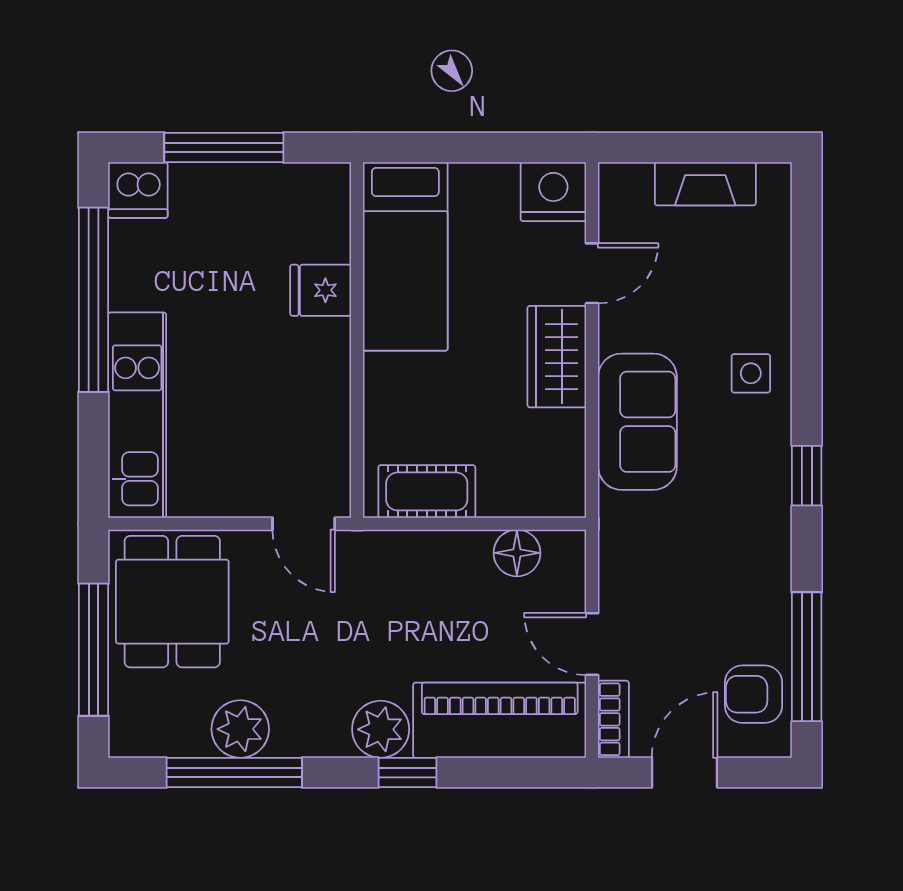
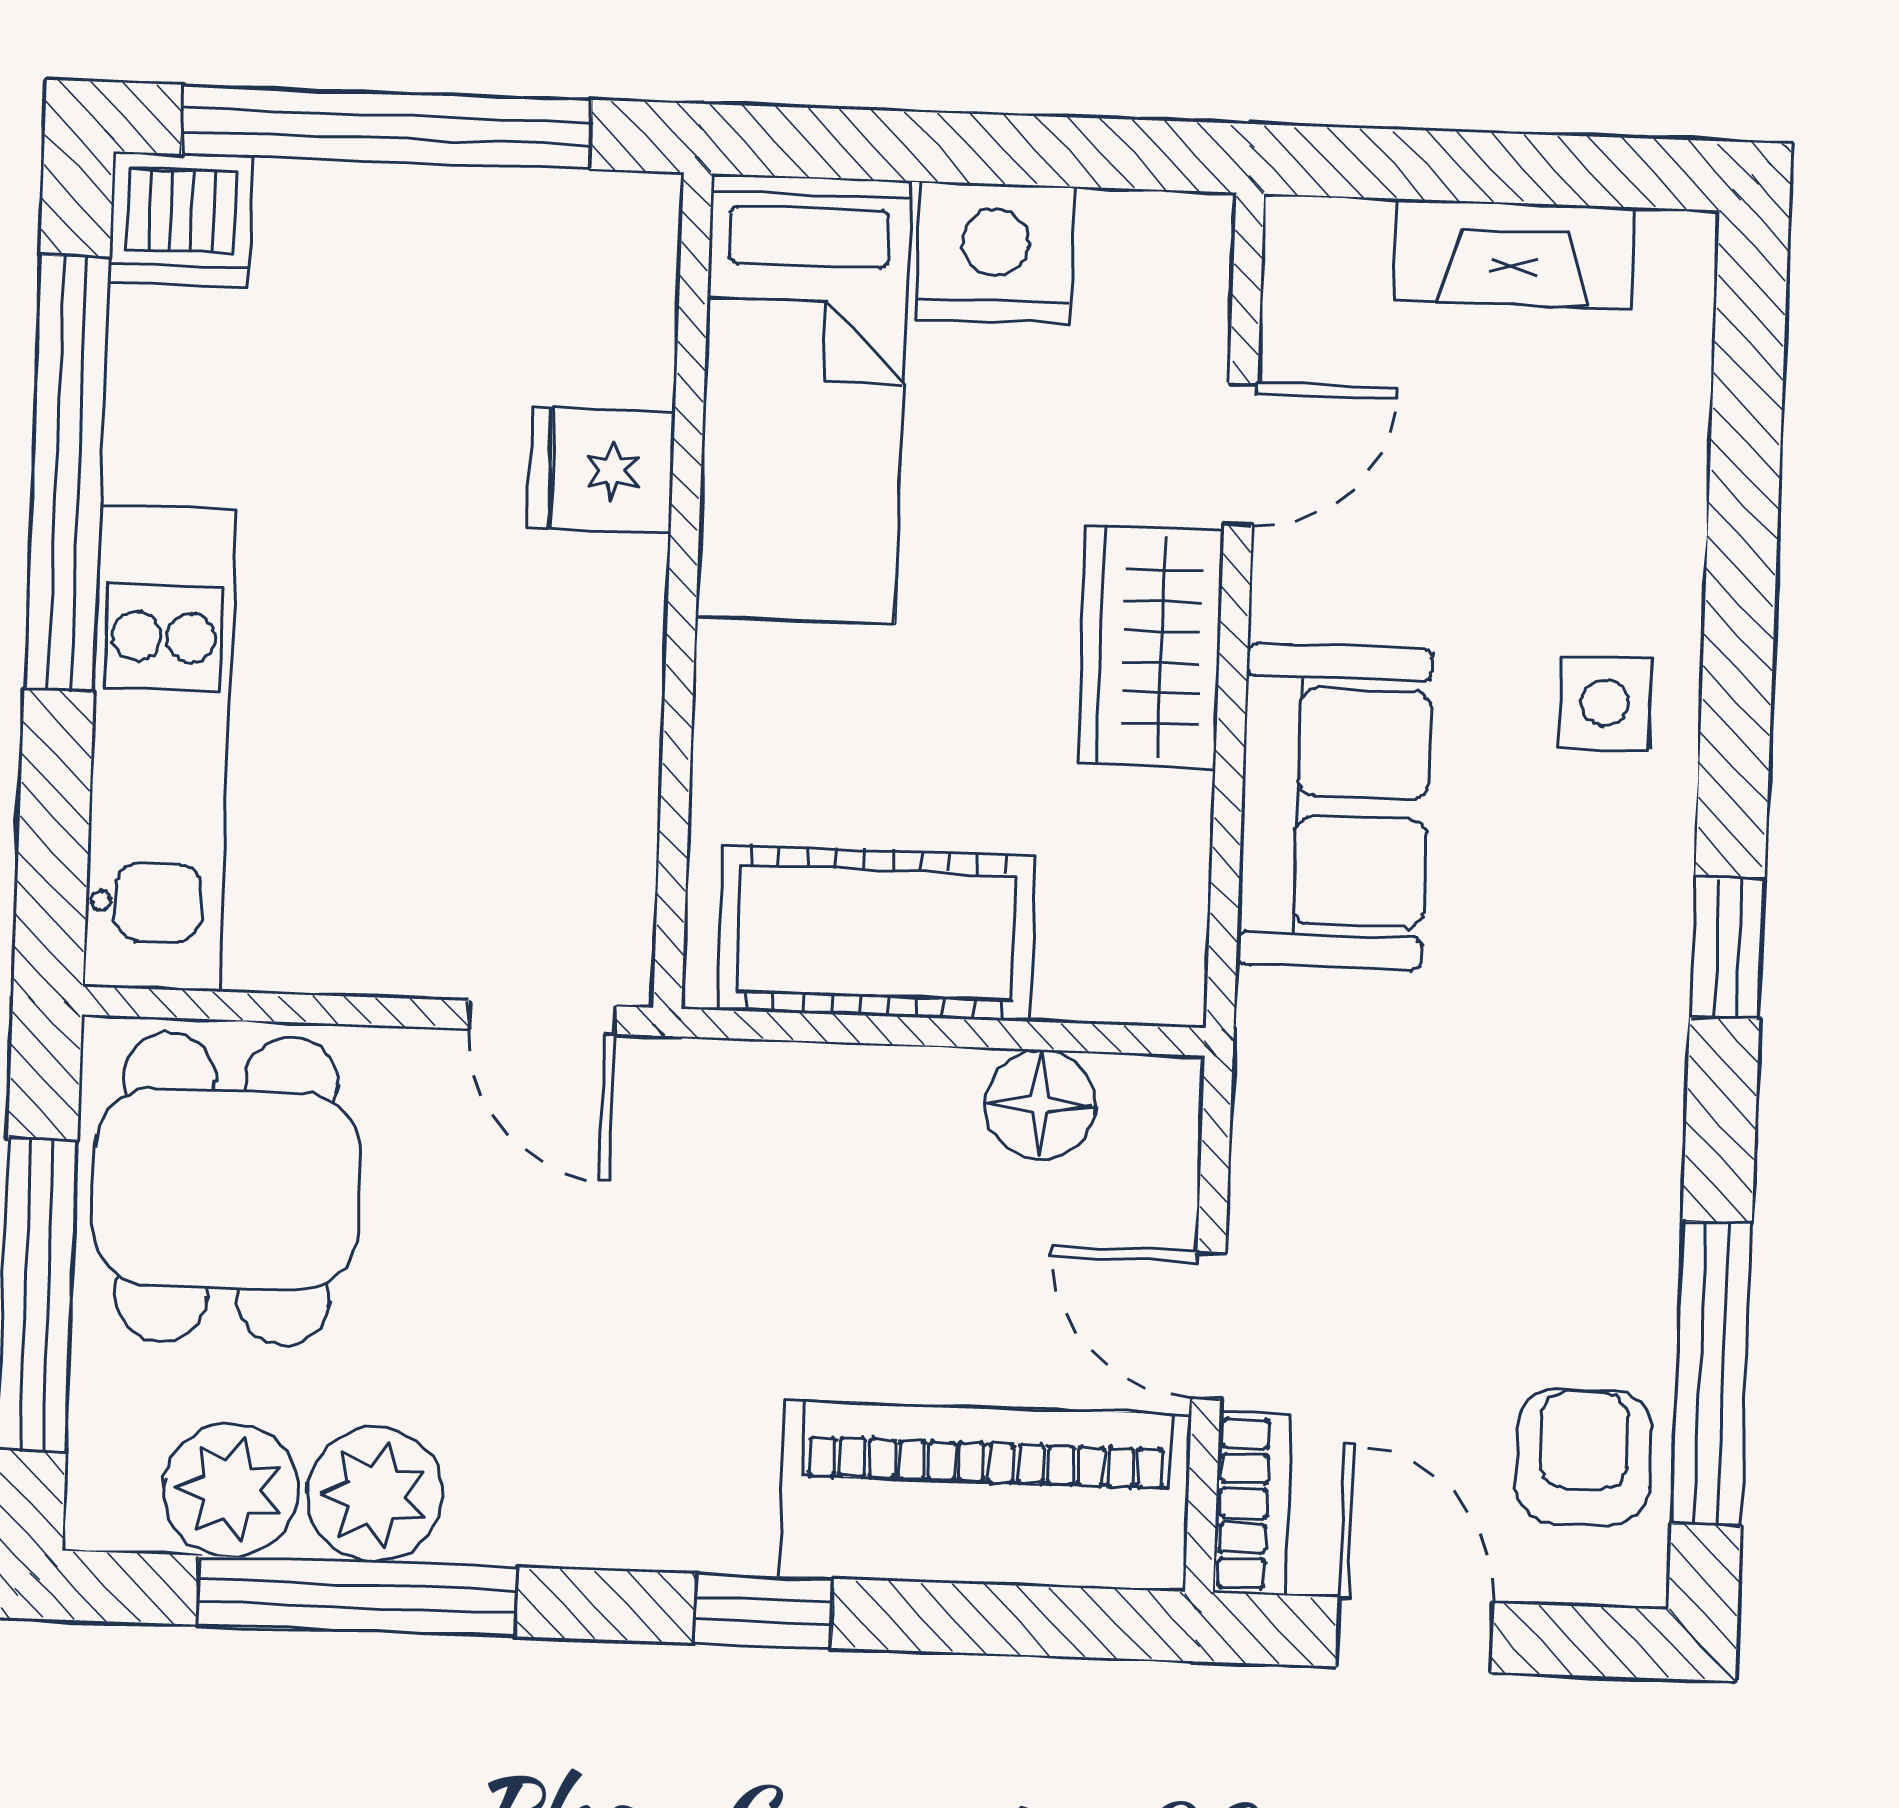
window: (224, 148) -> (386, 127), width x1.46
nightstand: (553, 192) -> (995, 253), moved
cot: (427, 491) -> (876, 933), width x1.37, depth x1.34
armchair: (753, 694) -> (1584, 1457), turned 90
plant: (381, 729) -> (231, 1490), moved
door: (685, 773) -> (1415, 1635), hinge flipped

